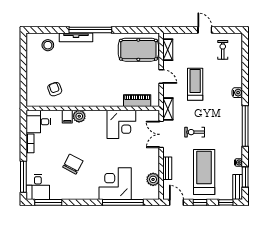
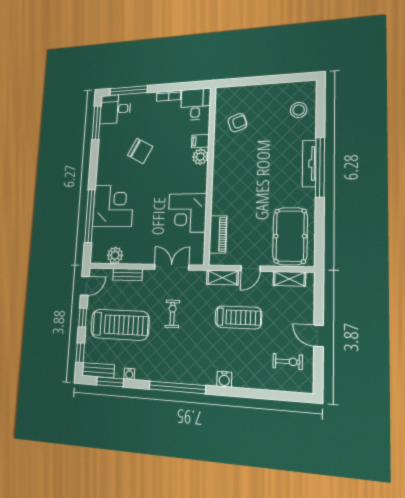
door: (205, 30) -> (318, 336), swing flipped
tv unit: (76, 37) -> (309, 164), moved
shelving: (168, 109) -> (222, 278), moved

